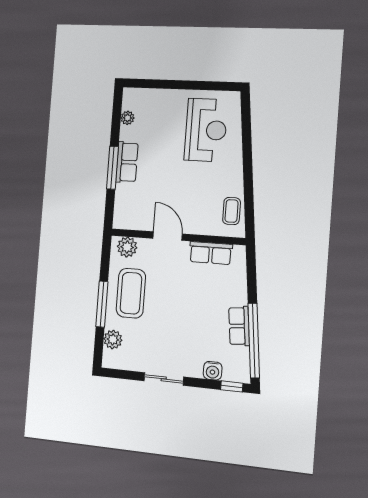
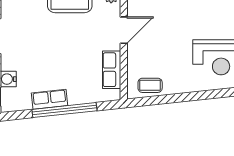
window: (254, 341) -> (64, 110), moved

